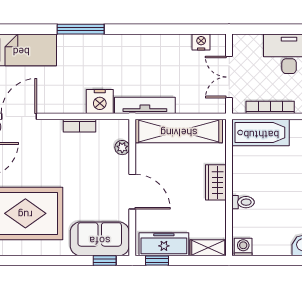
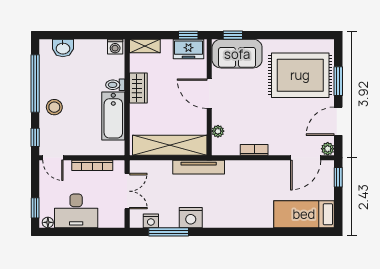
window: (81, 29) -> (169, 232), moved
nightstand: (100, 101) -> (191, 218), moved, turned 180
bathtub: (261, 133) -> (113, 116), moved, turned -90
wardrobe: (216, 182) -> (138, 88), moved
freezer: (164, 244) -> (188, 49), width x0.71

